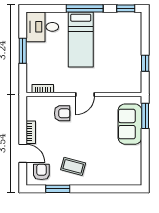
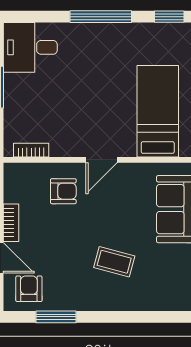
bed: (81, 40) -> (158, 111), moved, turned 180
coffee table: (73, 166) -> (114, 262), moved

